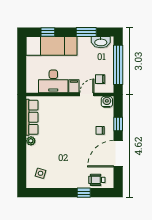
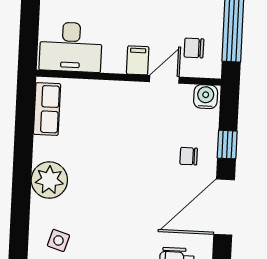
desk: (53, 81) -> (71, 47), moved
row of seats: (32, 117) -> (47, 109), width x0.68
plant: (31, 141) -> (49, 180), width x1.88, depth x1.88

